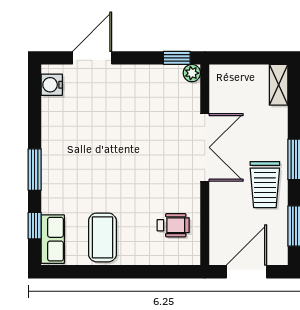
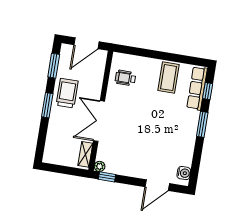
shelving: (279, 85) -> (85, 154), moved
row of seats: (53, 239) -> (197, 88), width x1.48

